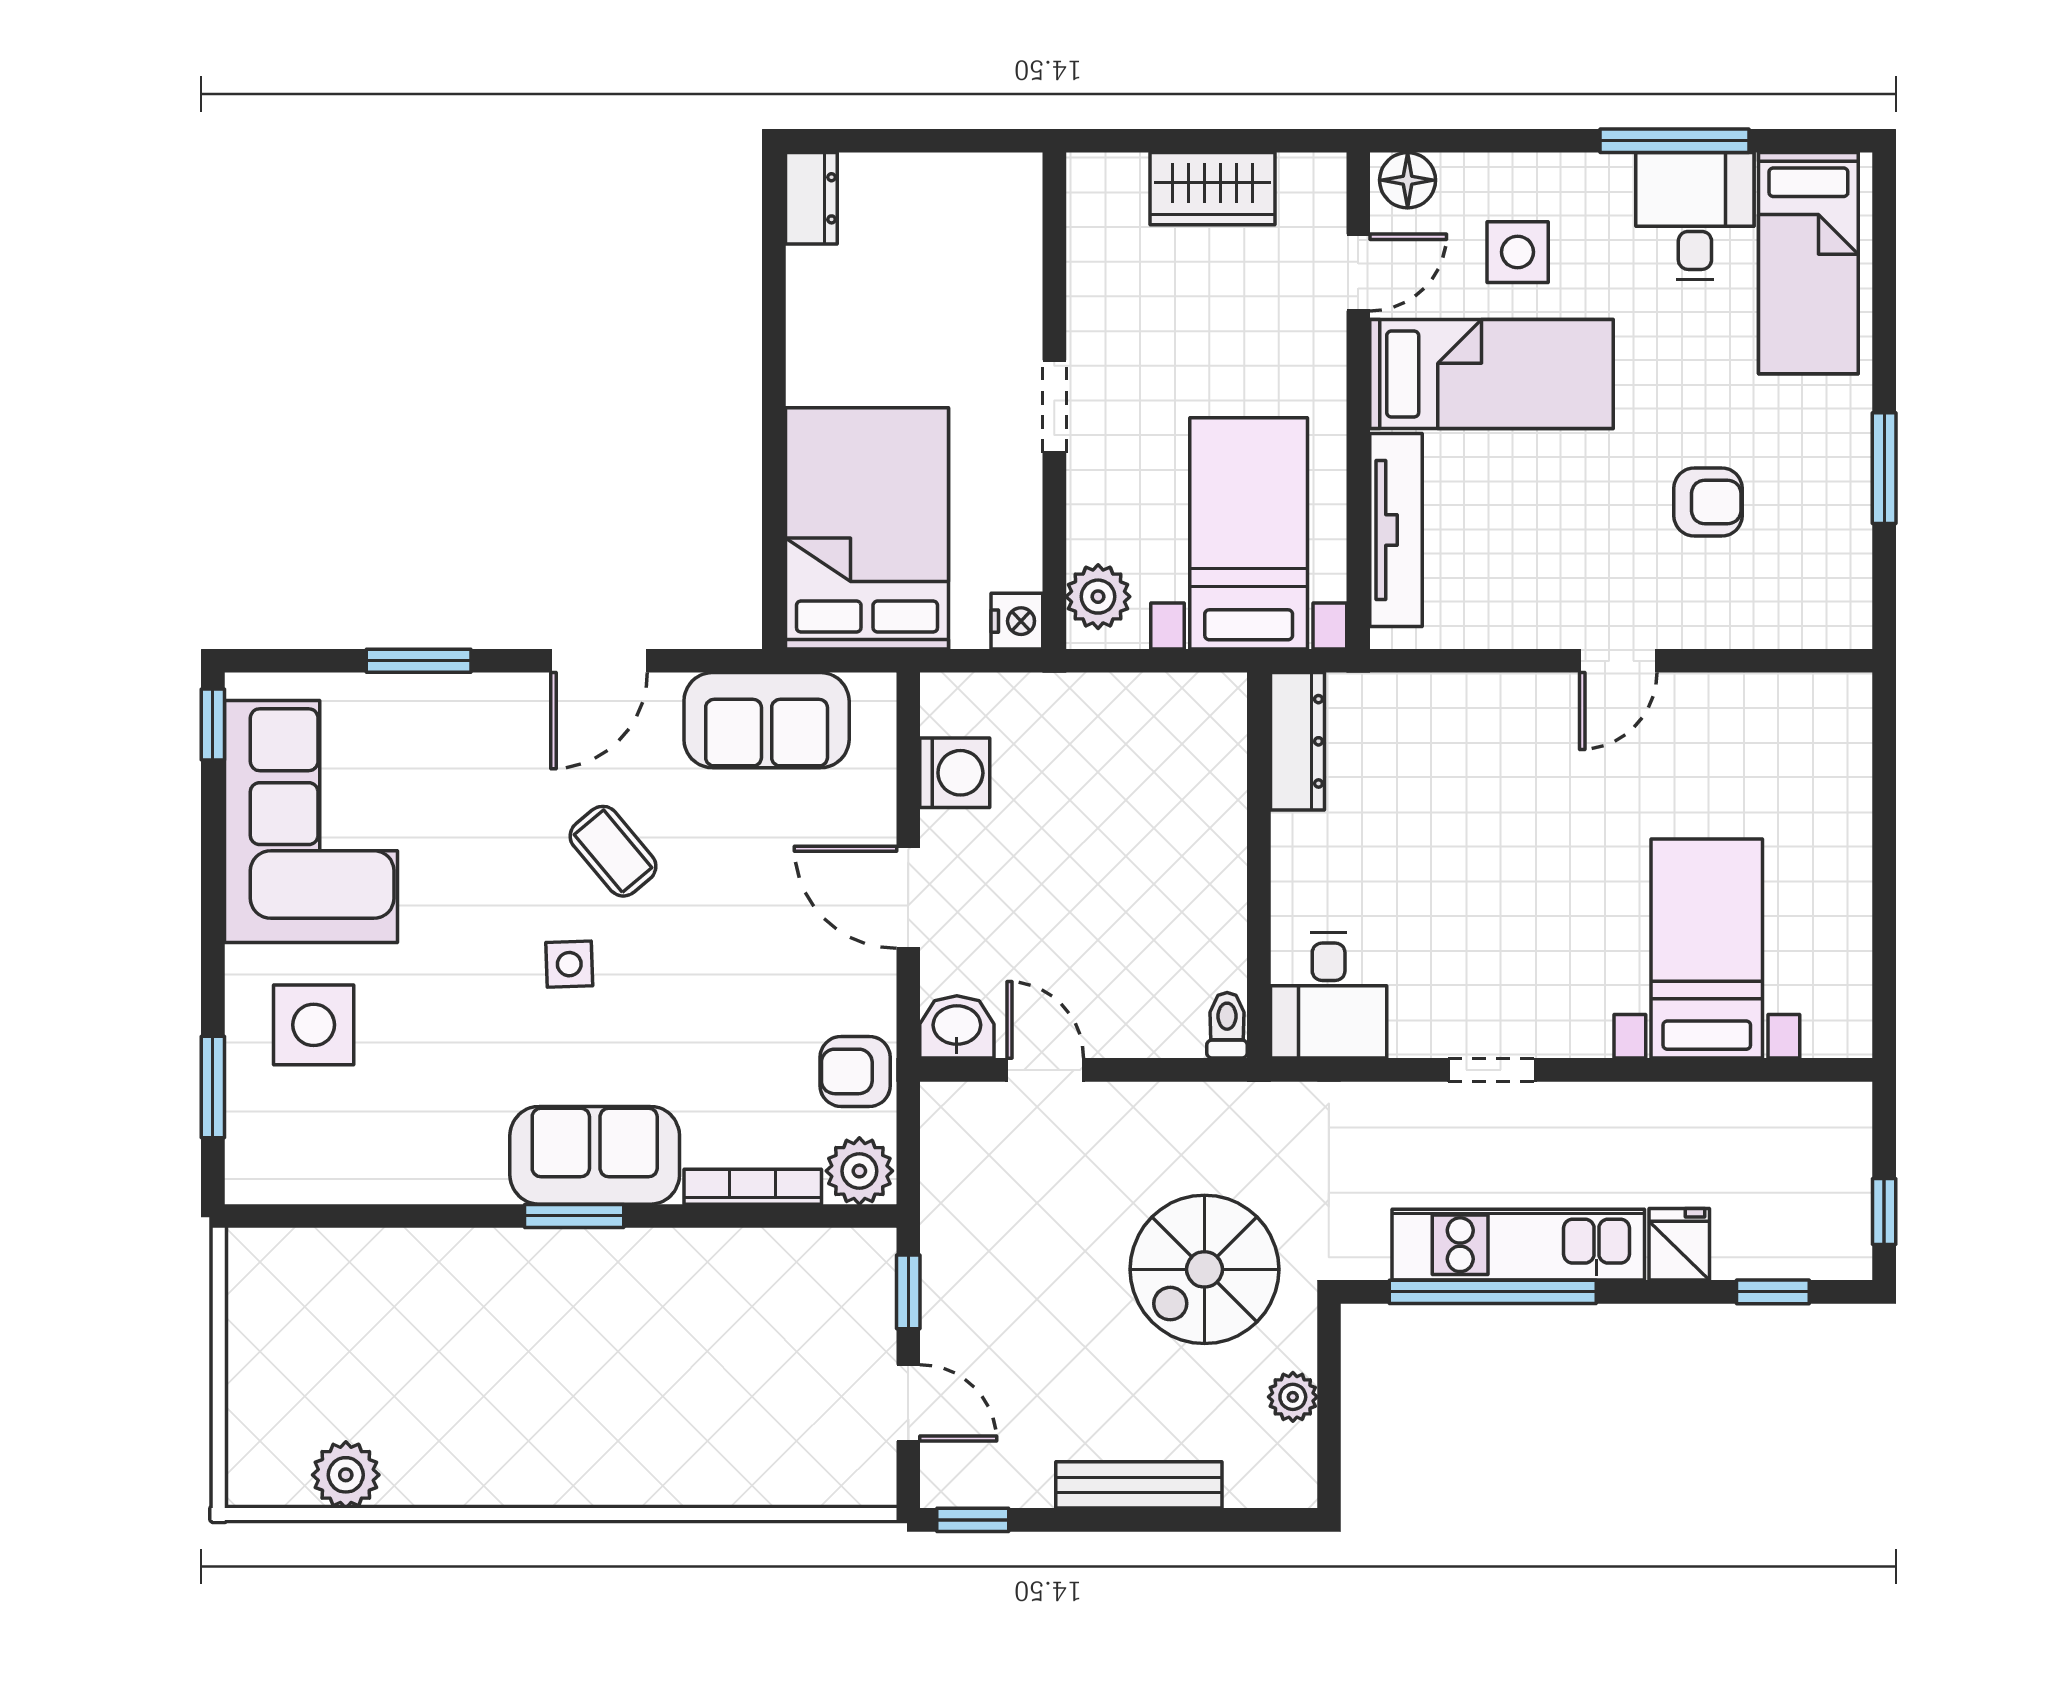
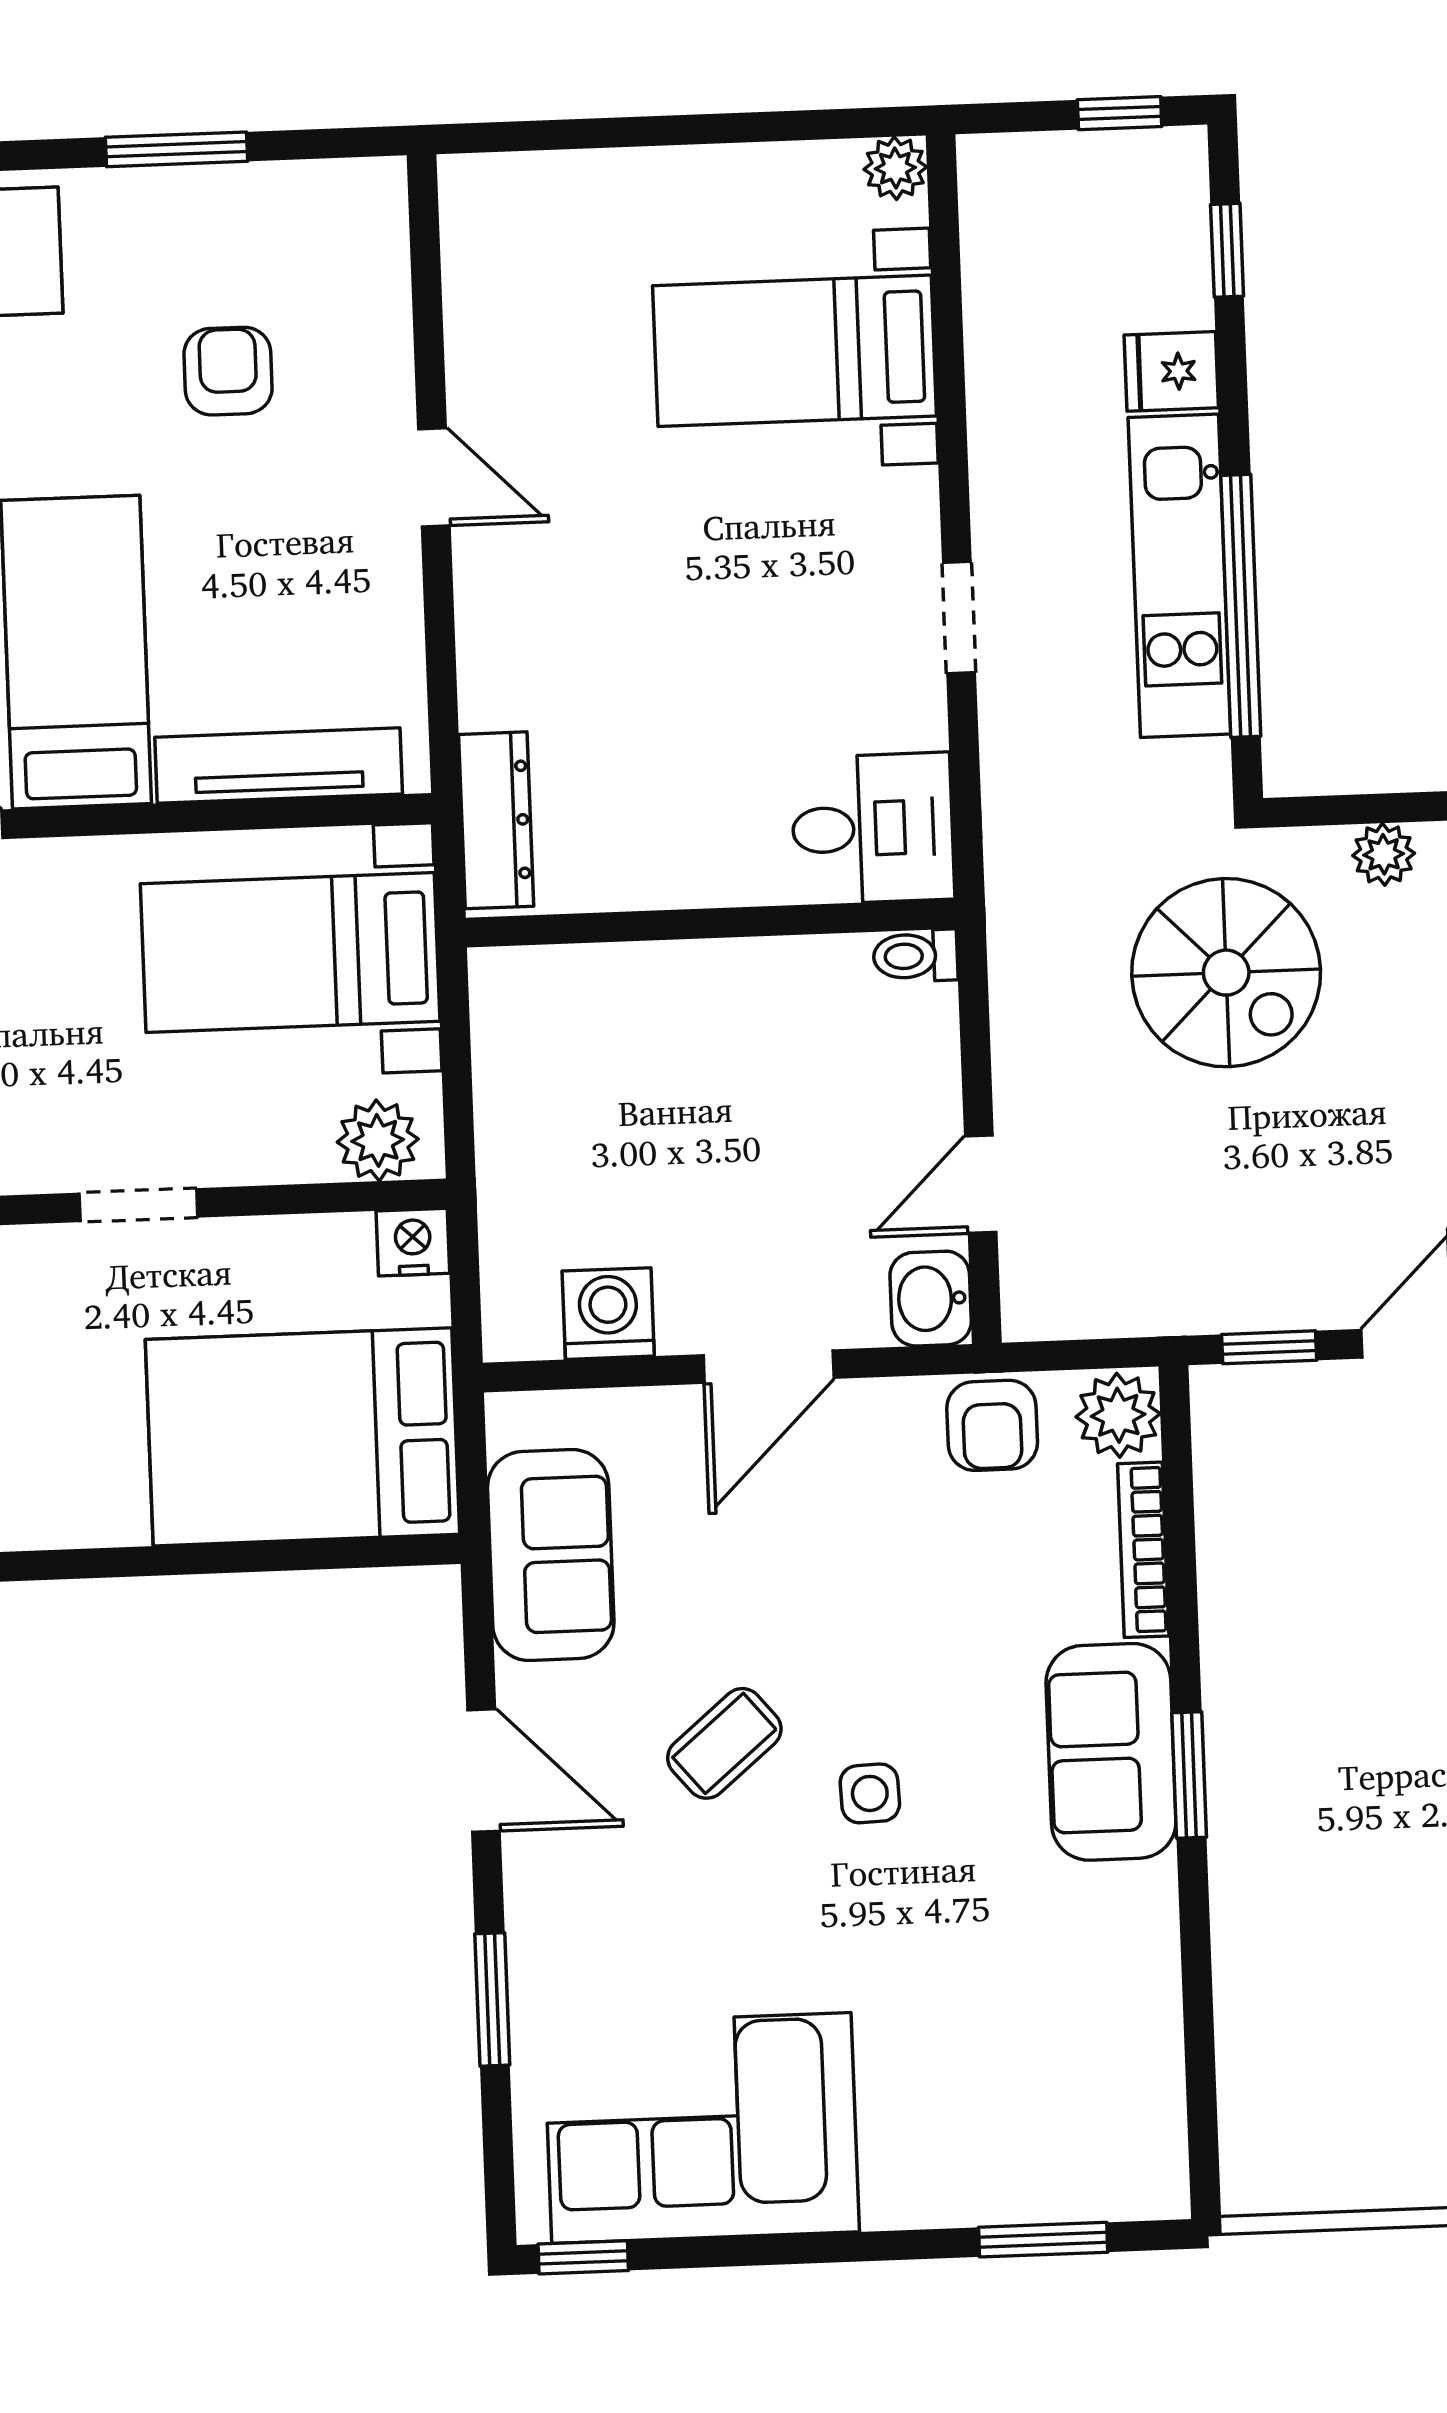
dresser: (1297, 741) -> (496, 820), moved, turned 90
side table: (314, 1025) -> (959, 2115), removed
plant: (1848, 1033) -> (895, 168), added

